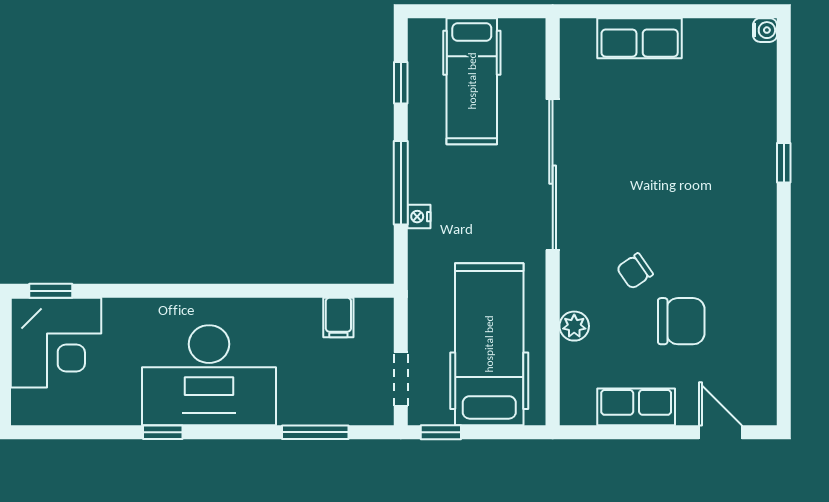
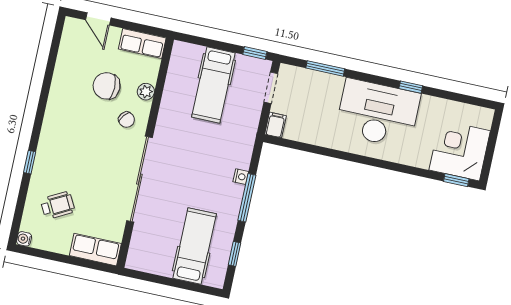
wheelchair: (720, 100) -> (58, 205), added
sliding door: (553, 175) -> (139, 179), moved
wall: (553, 222) -> (145, 153), moved
chair: (635, 271) -> (126, 120), turned 73
filing cabinet: (338, 318) -> (276, 125), moved
plant: (574, 326) -> (146, 92), moved
hospital bed: (489, 344) -> (213, 85), width x0.73, depth x0.78

